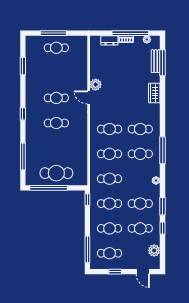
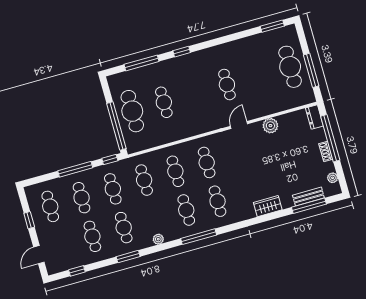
window: (53, 33) -> (311, 70), moved
window: (130, 33) -> (330, 138), moved
dresser: (109, 40) -> (314, 117), moved
cafe table: (56, 48) -> (290, 67), width x1.37, depth x1.35
window: (23, 66) -> (272, 26), moved
plant: (96, 85) -> (270, 126), moved
window: (23, 114) -> (182, 52), moved
cafe table: (56, 123) -> (164, 102), moved
window: (49, 188) -> (116, 126), moved
window: (163, 228) -> (77, 271), moved
window: (87, 249) -> (75, 169), moved
plant: (154, 250) -> (70, 262), removed

